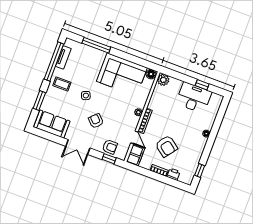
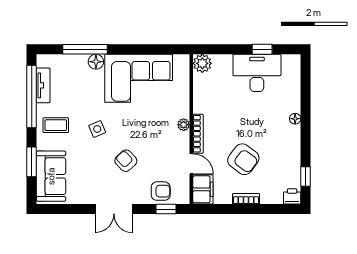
floor lamp: (151, 74) -> (96, 62), moved
sofa: (52, 124) -> (51, 176), moved, turned 90
printer: (174, 174) -> (292, 196), moved

